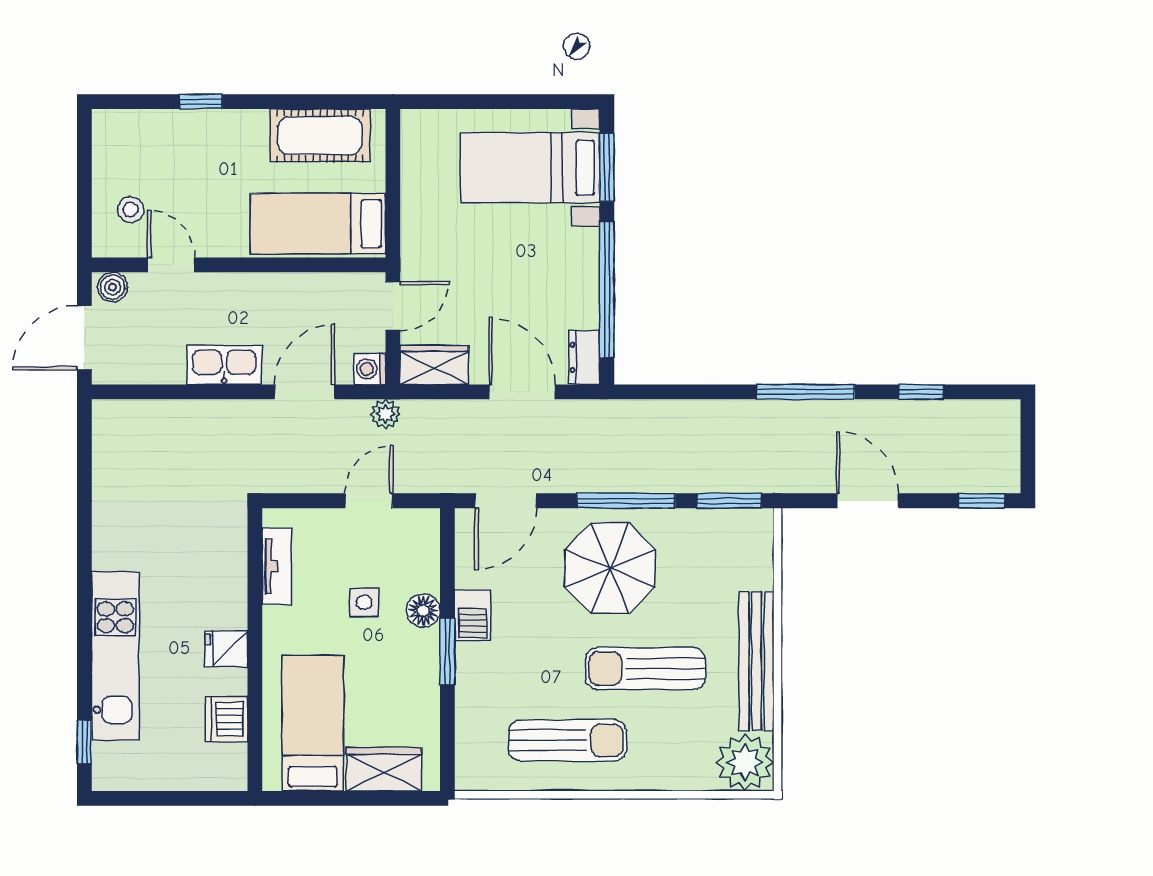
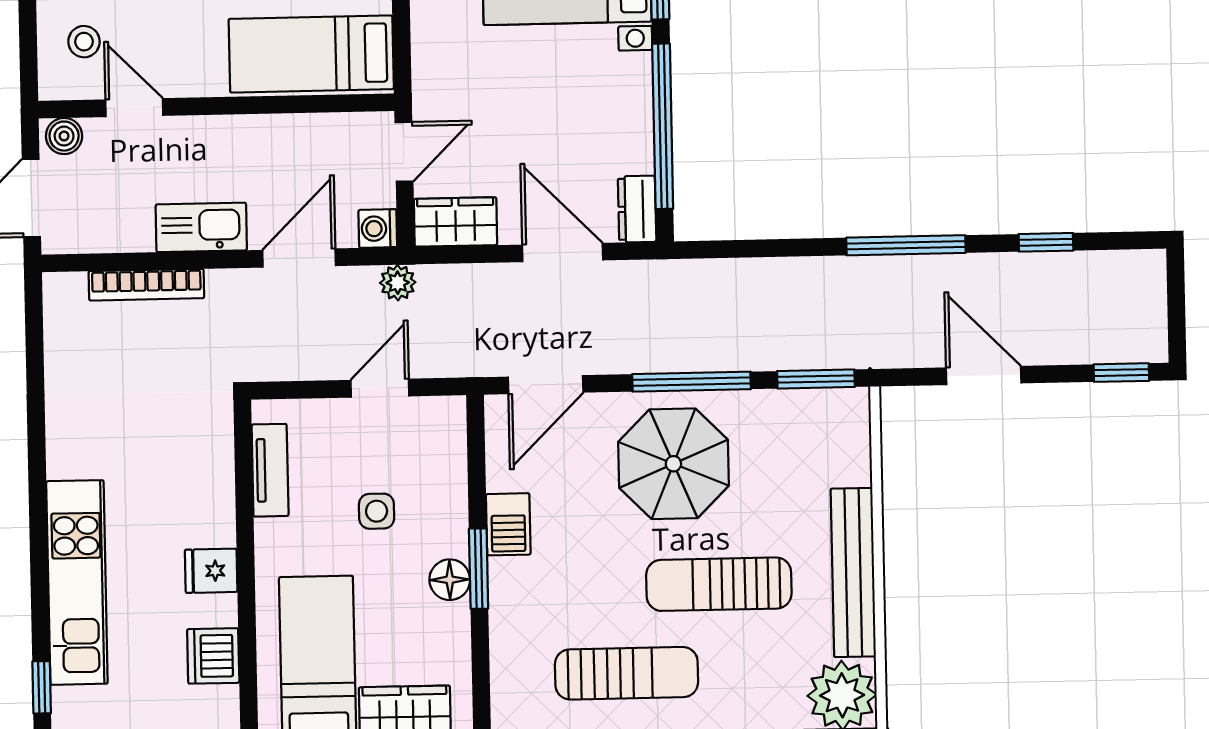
bookcase: (178, 411) -> (146, 285), added
floor lamp: (423, 610) -> (450, 580), moved

